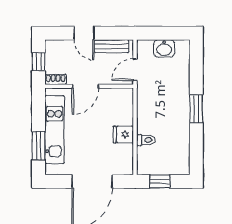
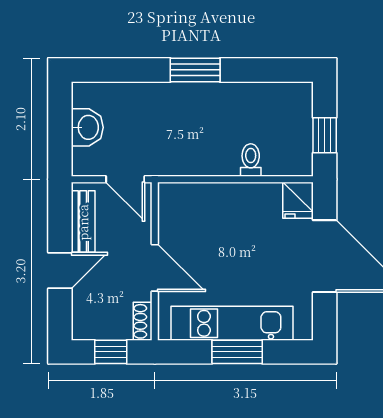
fridge: (123, 134) -> (298, 200), moved
window: (38, 146) -> (237, 352), moved

